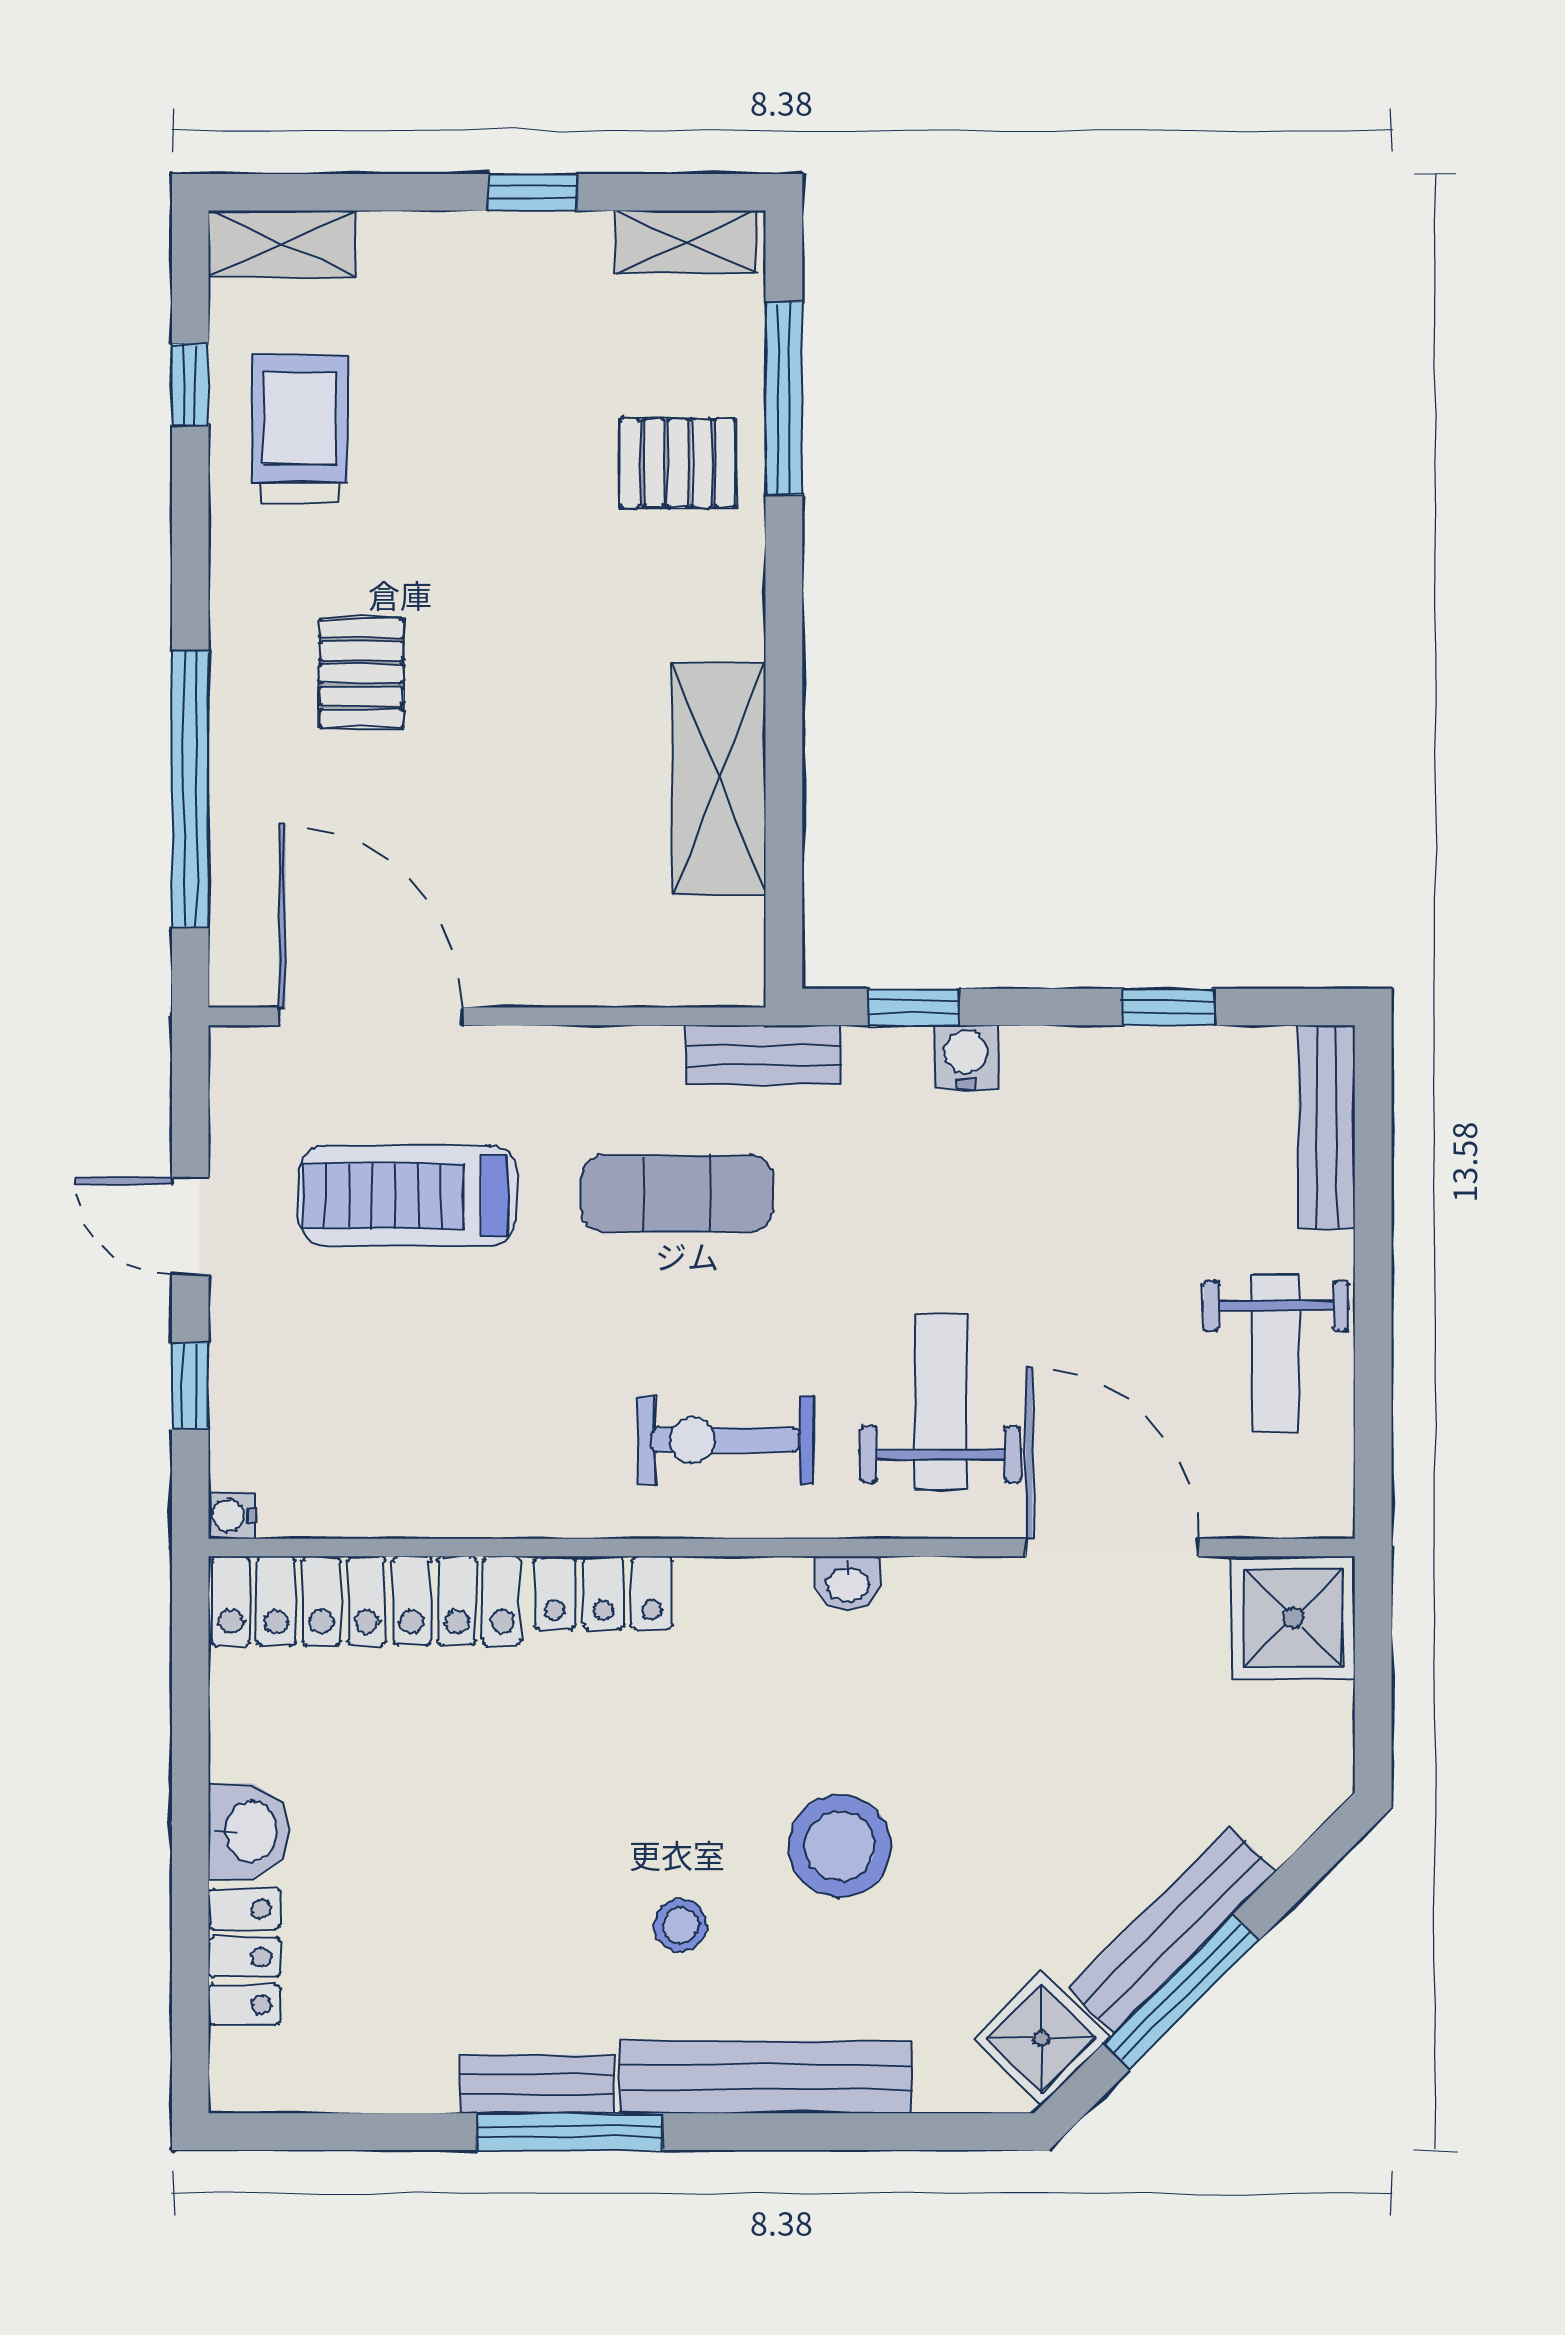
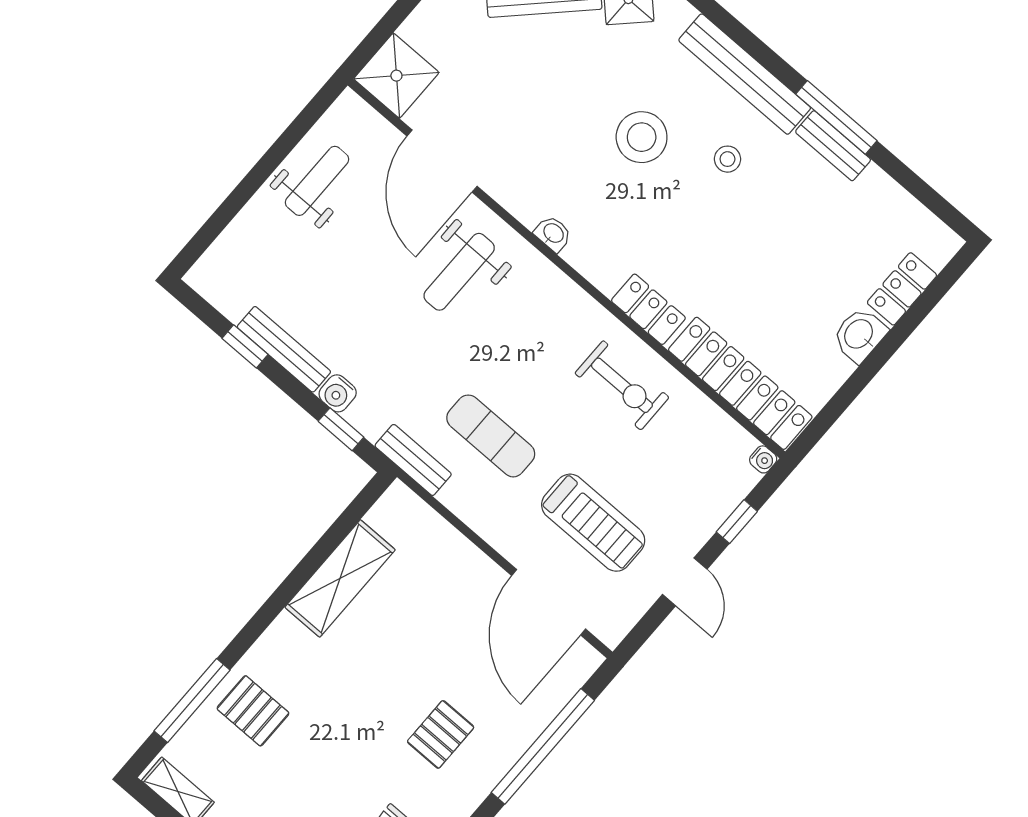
bench: (1326, 1127) -> (284, 349), moved, turned 90
exercise bike: (725, 1440) -> (622, 385), moved

